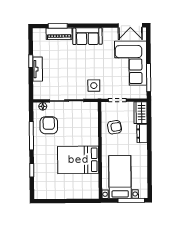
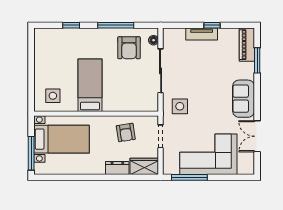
double door: (130, 25) -> (257, 136), moved
piano: (59, 34) -> (247, 45), moved
armchair: (49, 125) -> (129, 48), turned 90
bed: (78, 160) -> (90, 85), width x0.67
side table: (87, 184) -> (53, 96), added

